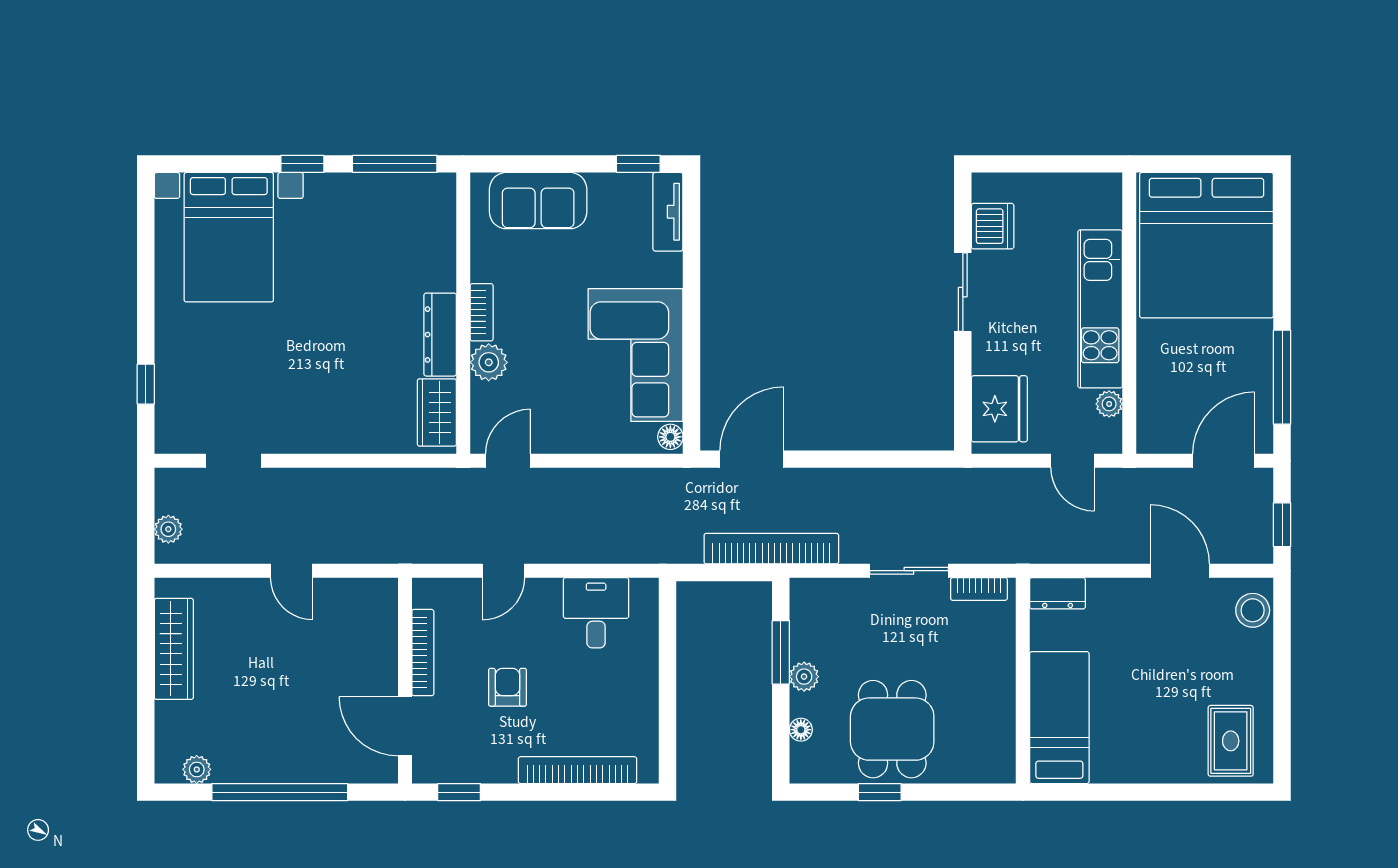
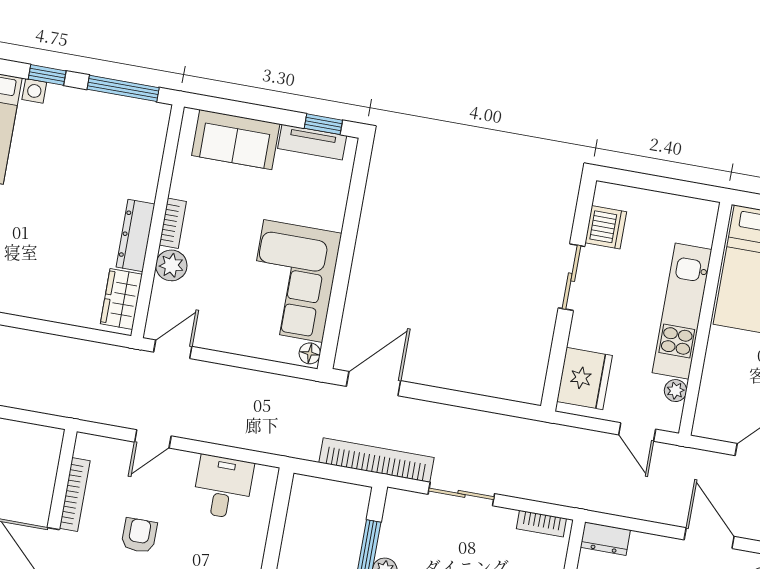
tv unit: (668, 212) -> (312, 142), moved, turned -90
sliding door: (909, 571) -> (461, 494), moved

